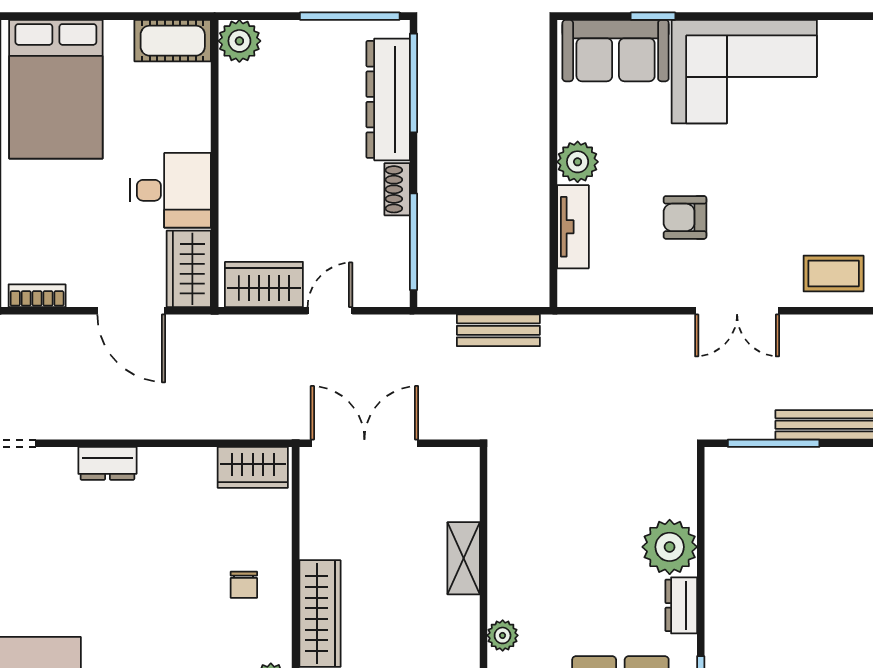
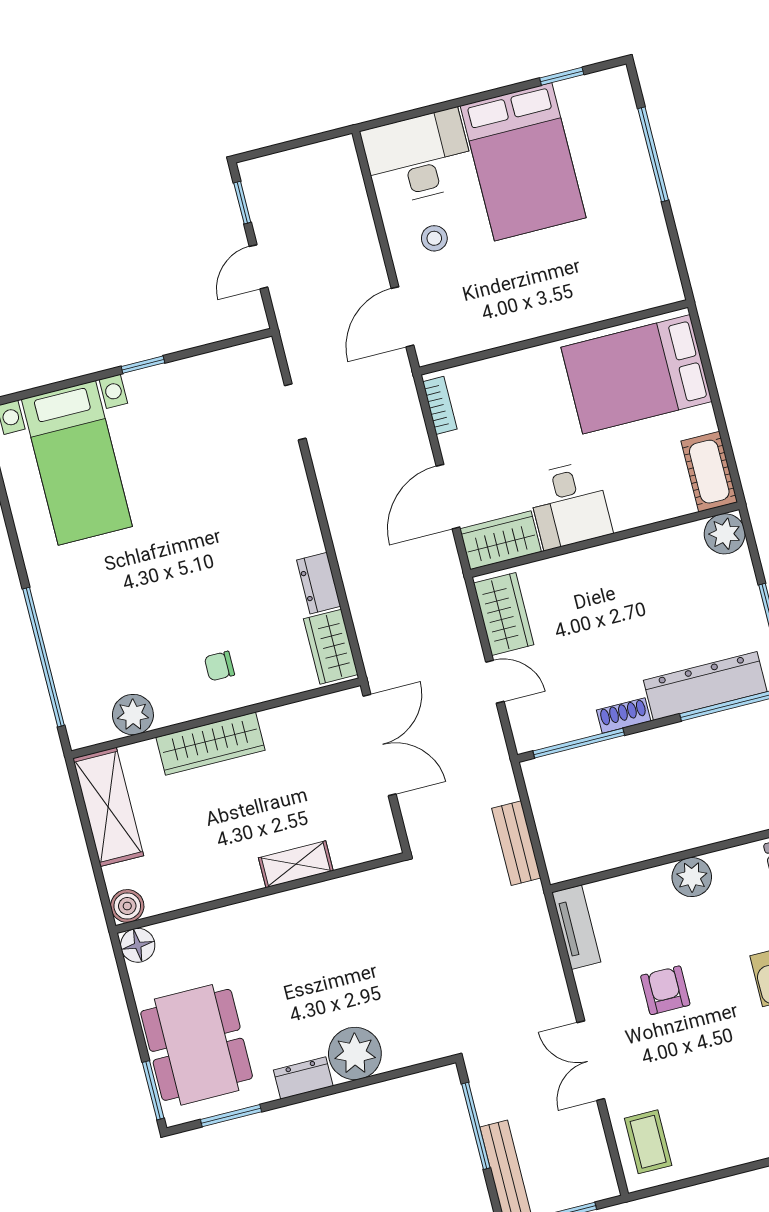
tv unit: (573, 227) -> (576, 927), moved, turned -90
dresser: (107, 463) -> (319, 583), moved
plant: (503, 635) -> (233, 919), removed

